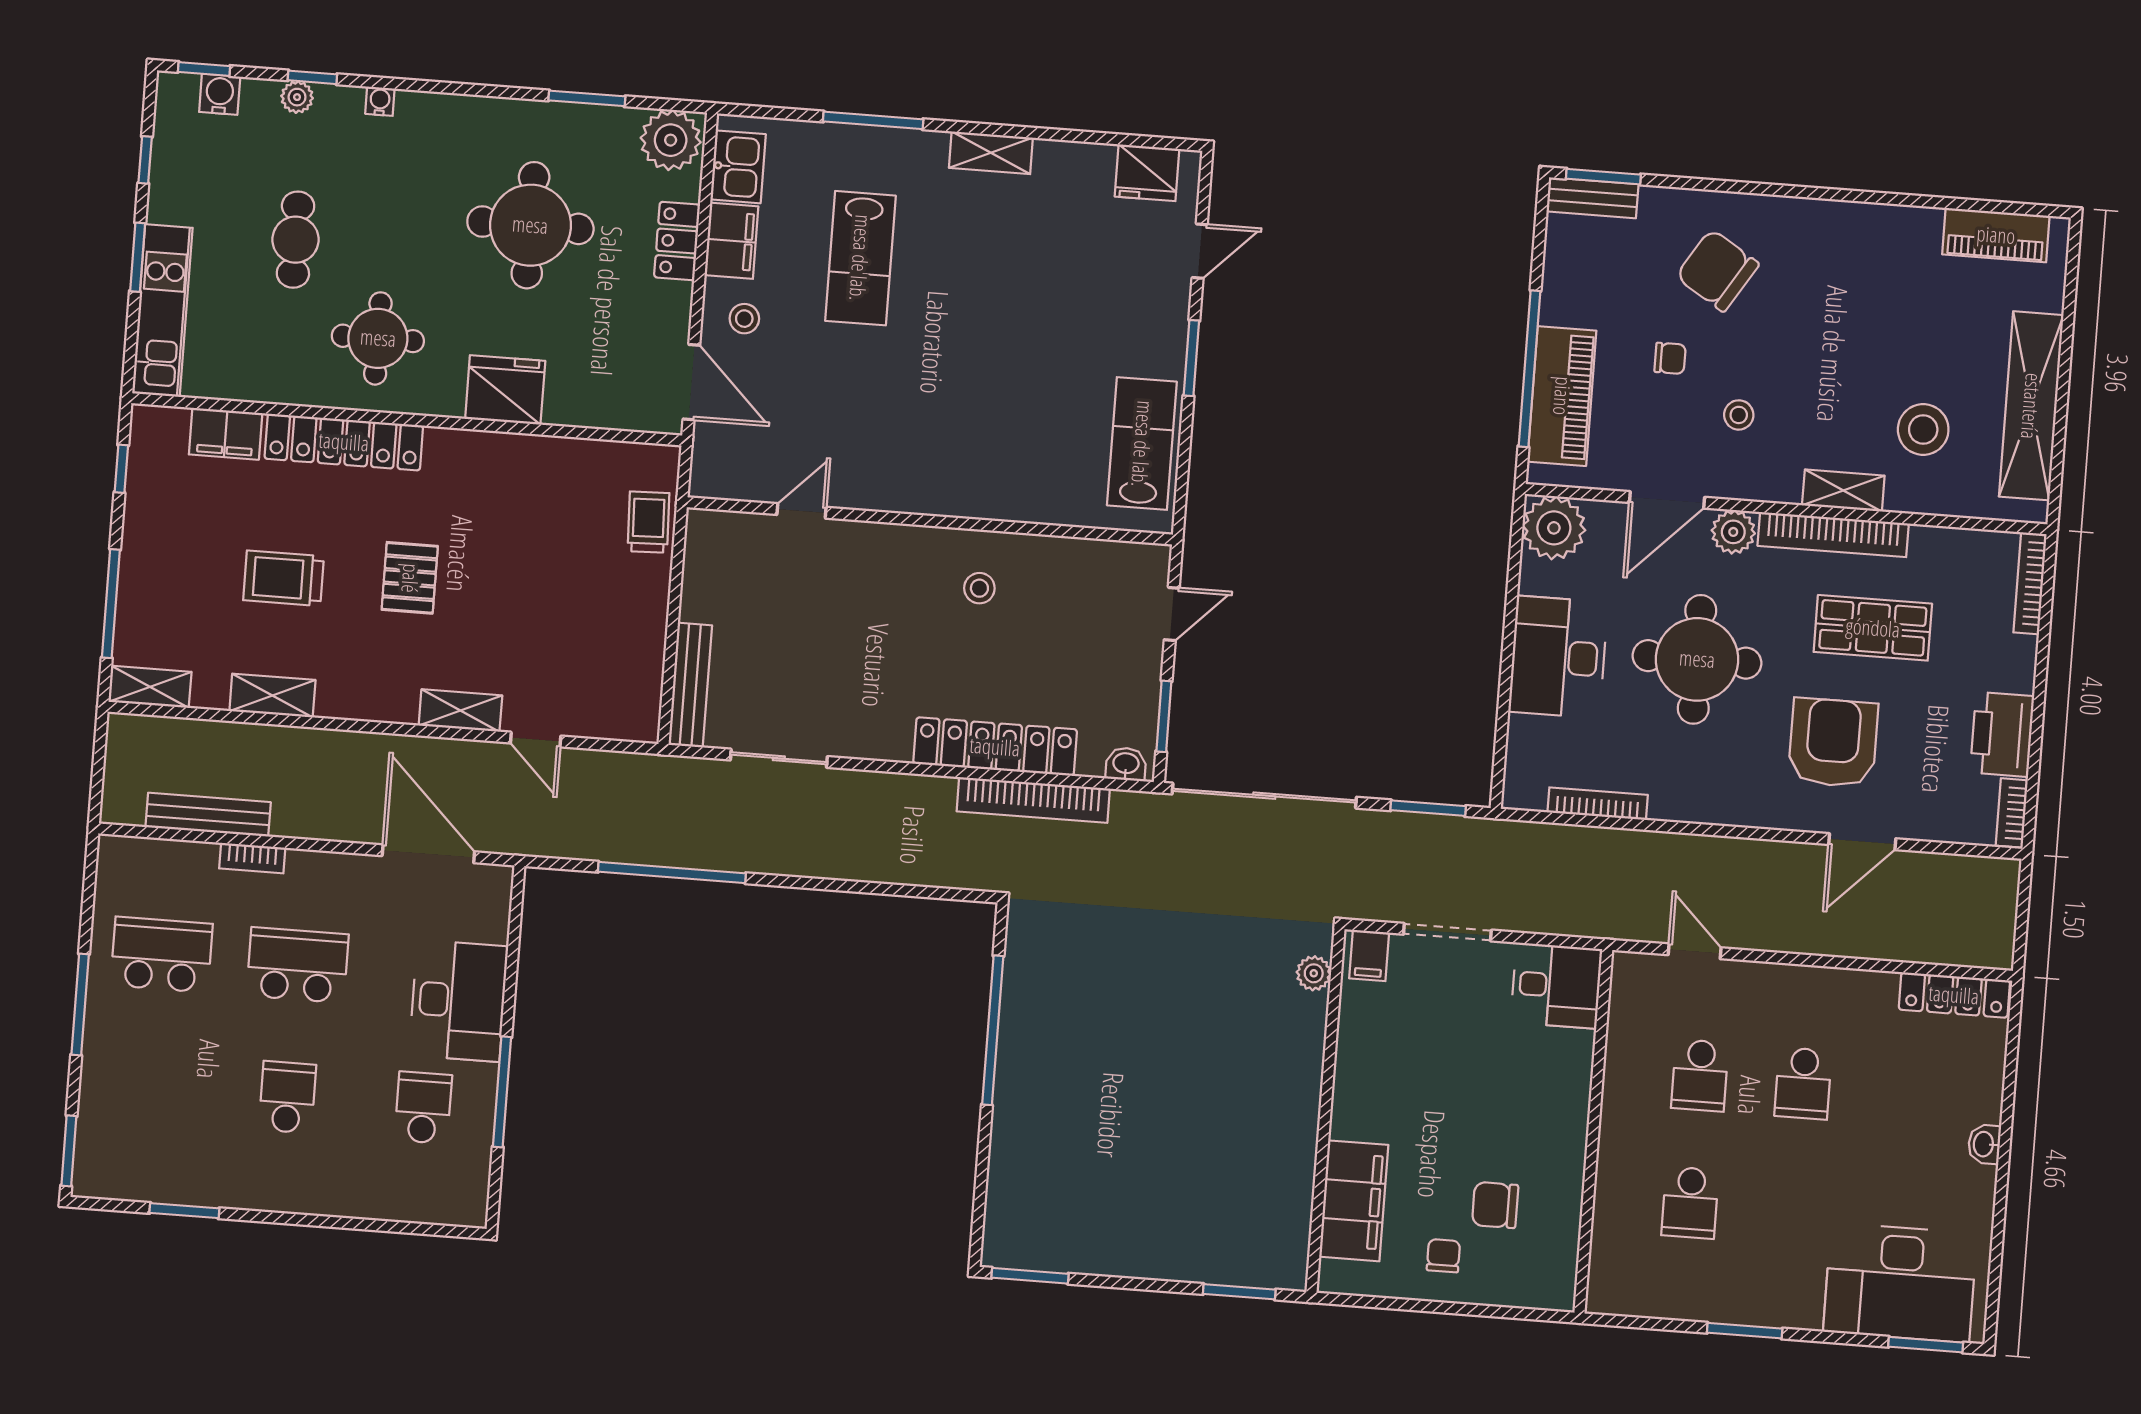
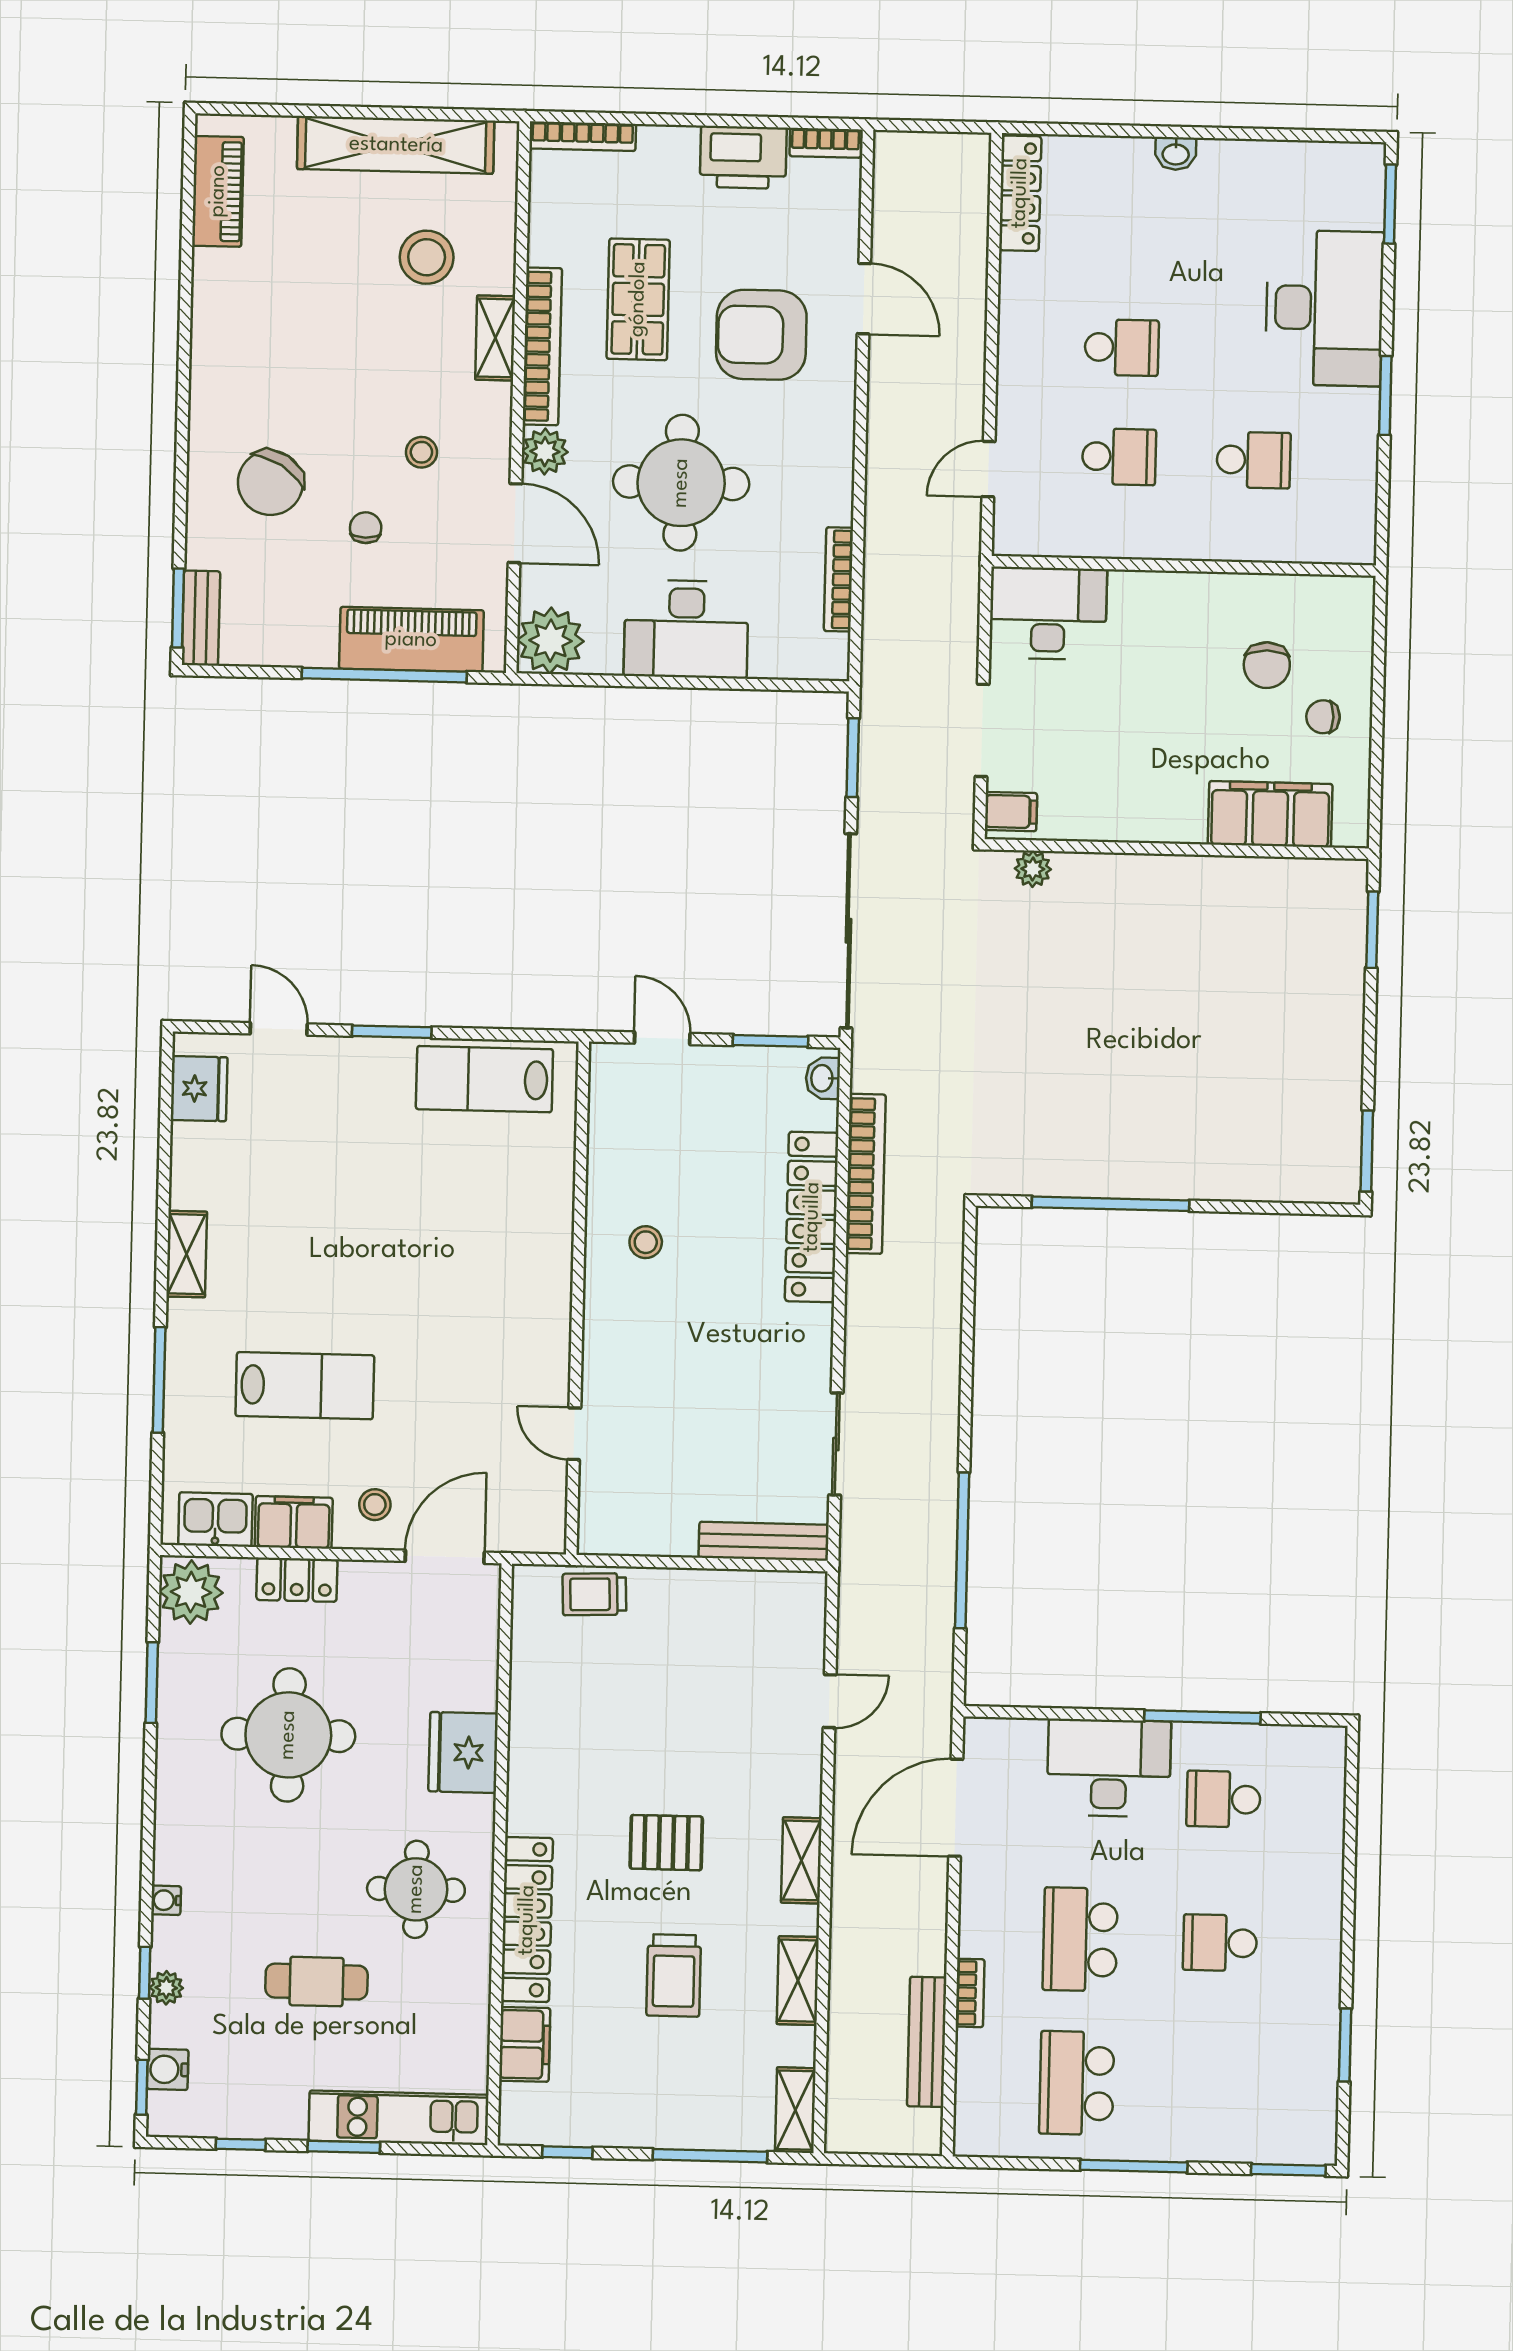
shelving: (460, 711) -> (801, 1860), moved
desk: (1556, 986) -> (1048, 613), width x1.37
desk: (1900, 1283) -> (1324, 308), moved

